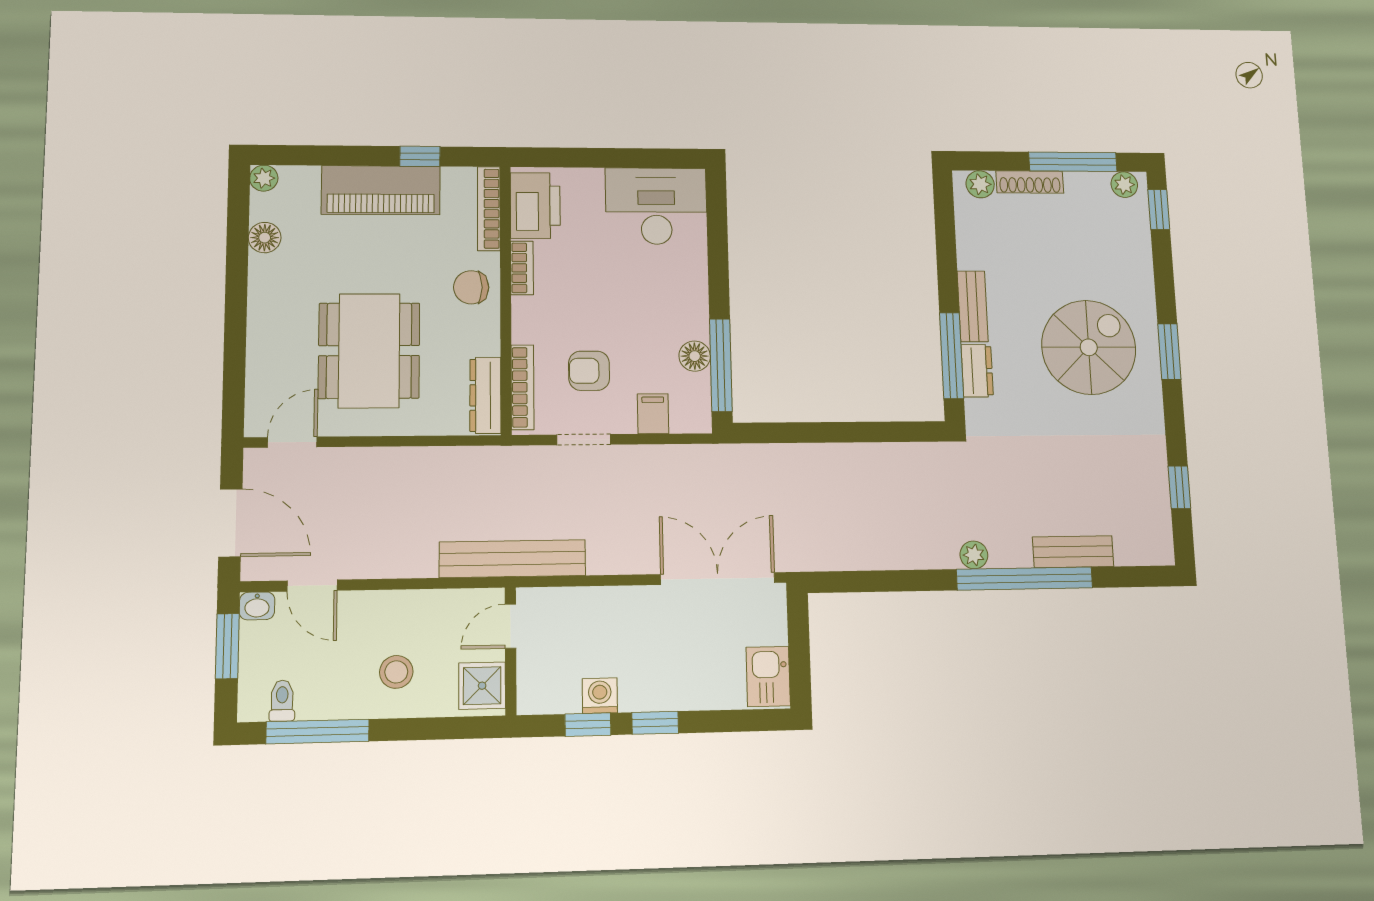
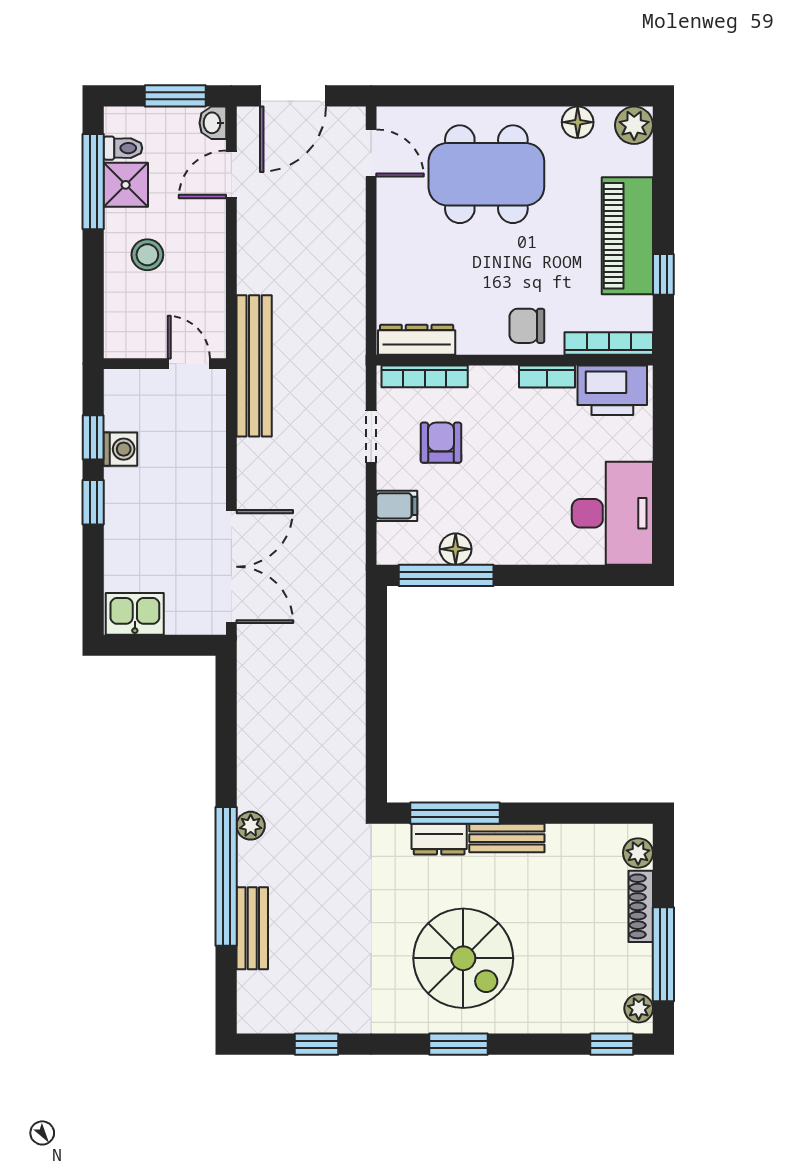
plant: (264, 178) -> (634, 125), width x1.38, depth x1.38
chair: (471, 287) -> (527, 326), turned -90
dining table: (369, 351) -> (486, 174), moved
shower: (482, 686) -> (126, 185), moved

